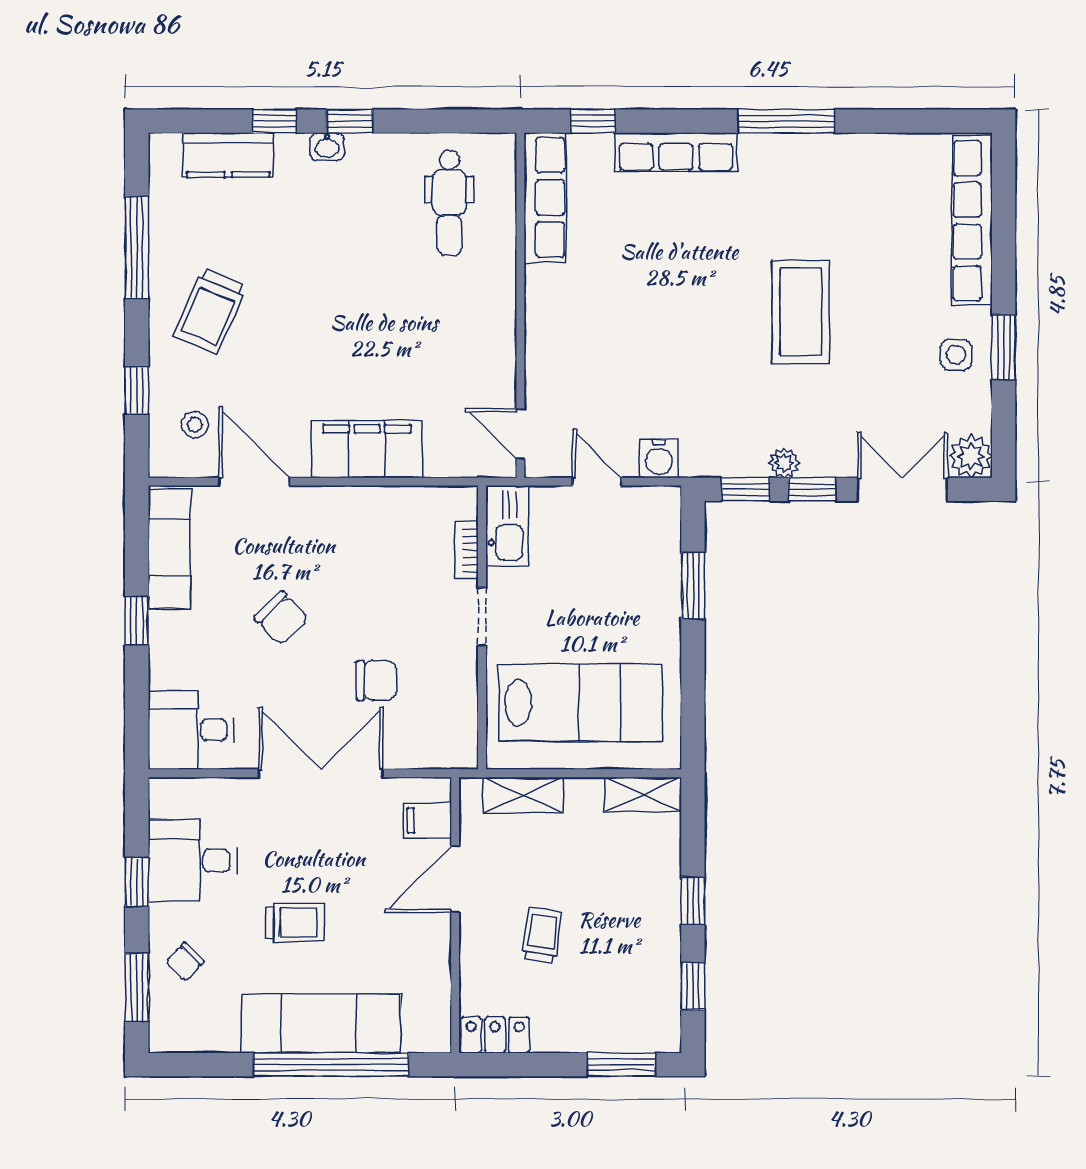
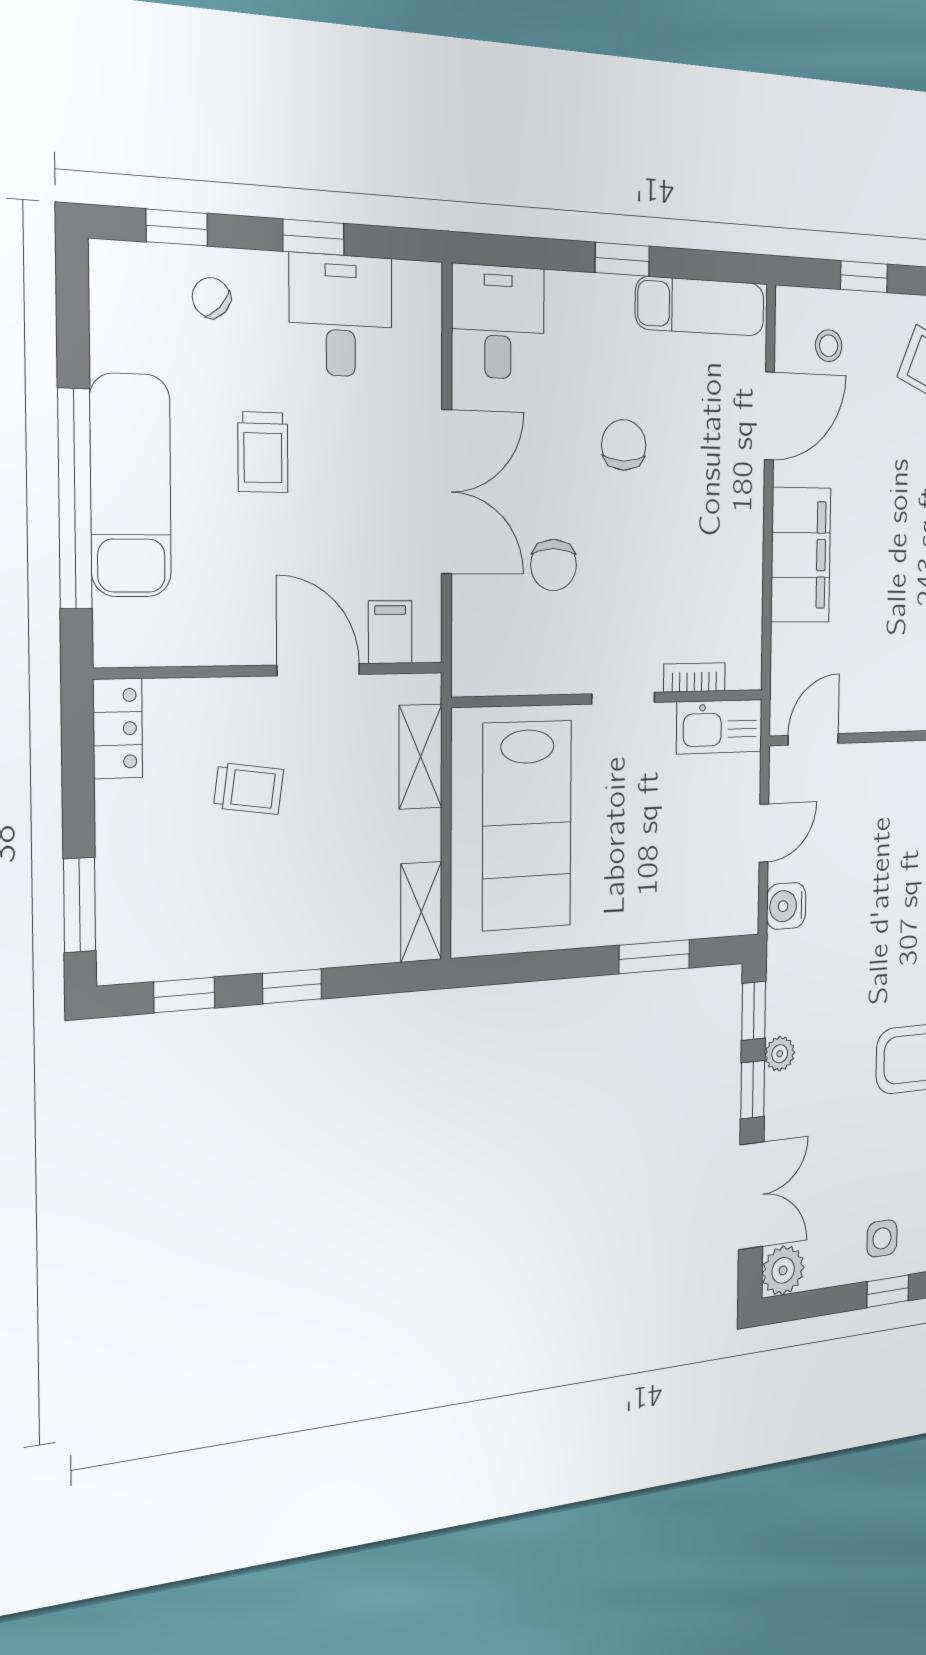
window: (1004, 347) -> (888, 1291), width x0.67
chair: (281, 618) -> (624, 445), turned 134
window: (137, 987) -> (177, 228), width x0.67

